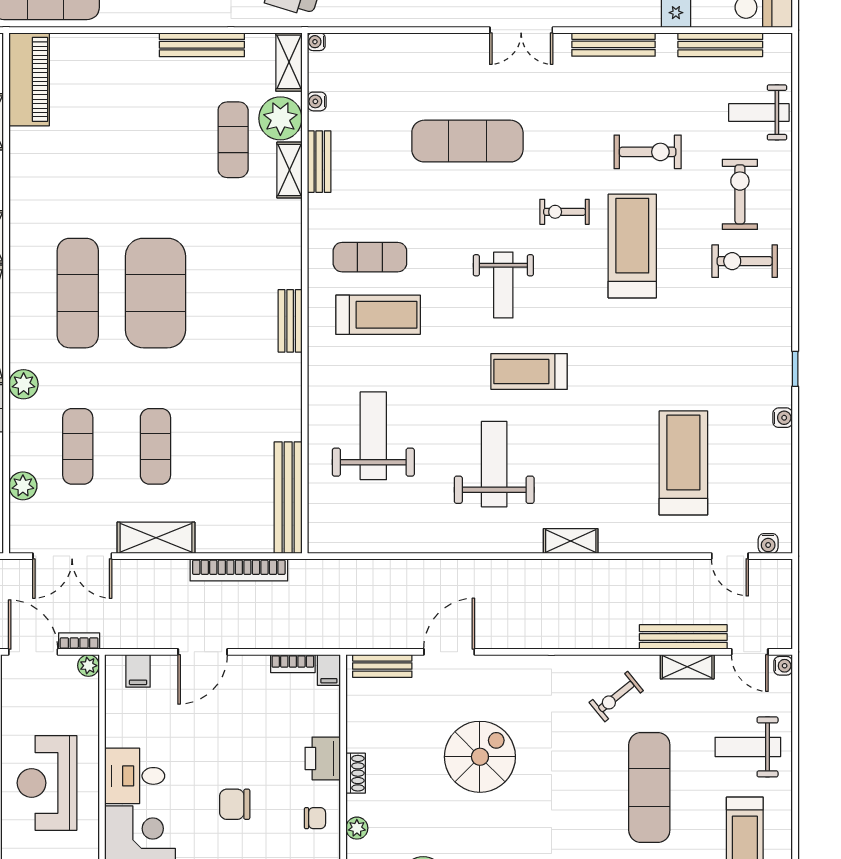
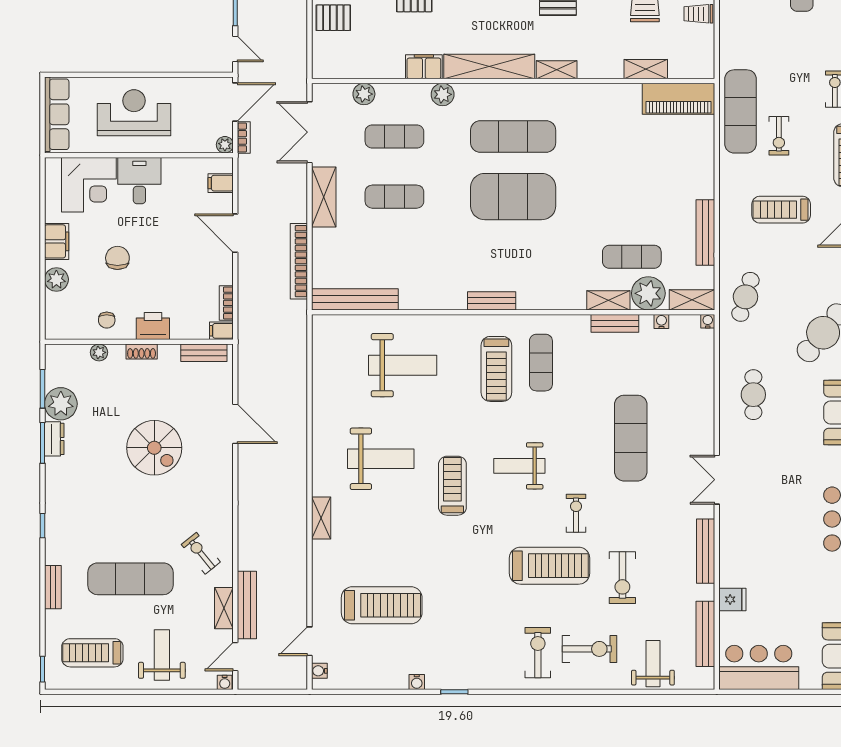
bench: (382, 666) -> (204, 353), moved, turned 90

